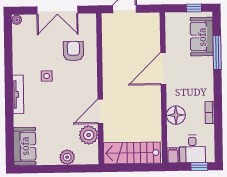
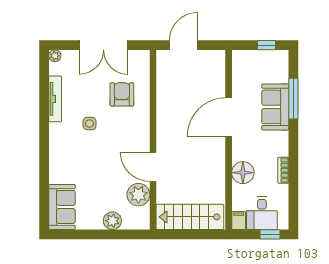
sofa: (202, 37) -> (275, 107), moved
tv unit: (18, 94) -> (55, 99), moved
door: (100, 111) -> (153, 167), hinge flipped

